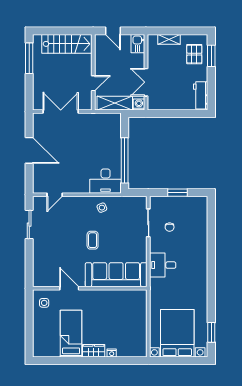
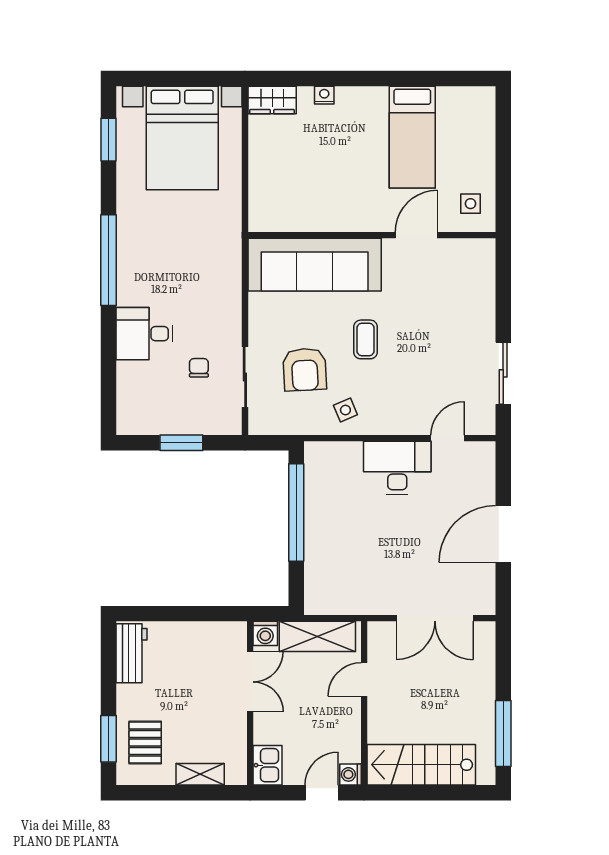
door: (113, 31) -> (322, 793), hinge flipped
washing machine: (100, 39) -> (350, 774), added
door: (29, 150) -> (503, 534), hinge flipped
desk: (106, 181) -> (397, 468), moved
armchair: (121, 226) -> (305, 370), added
desk: (163, 265) -> (144, 334), moved, turned 180
window: (211, 277) -> (109, 260), added
door: (69, 288) -> (416, 235), swing flipped
wardrobe: (94, 351) -> (272, 100), moved

